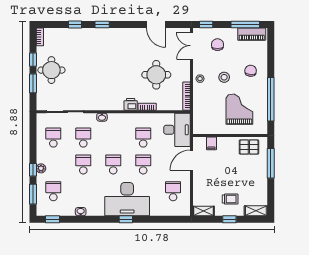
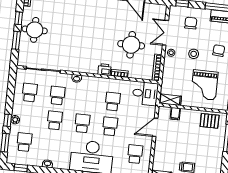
double door: (192, 46) -> (165, 33), moved
grand piano: (239, 109) -> (204, 85), turned 180
shelving: (204, 129) -> (170, 100), added
desk: (177, 130) -> (145, 93), width x0.73

